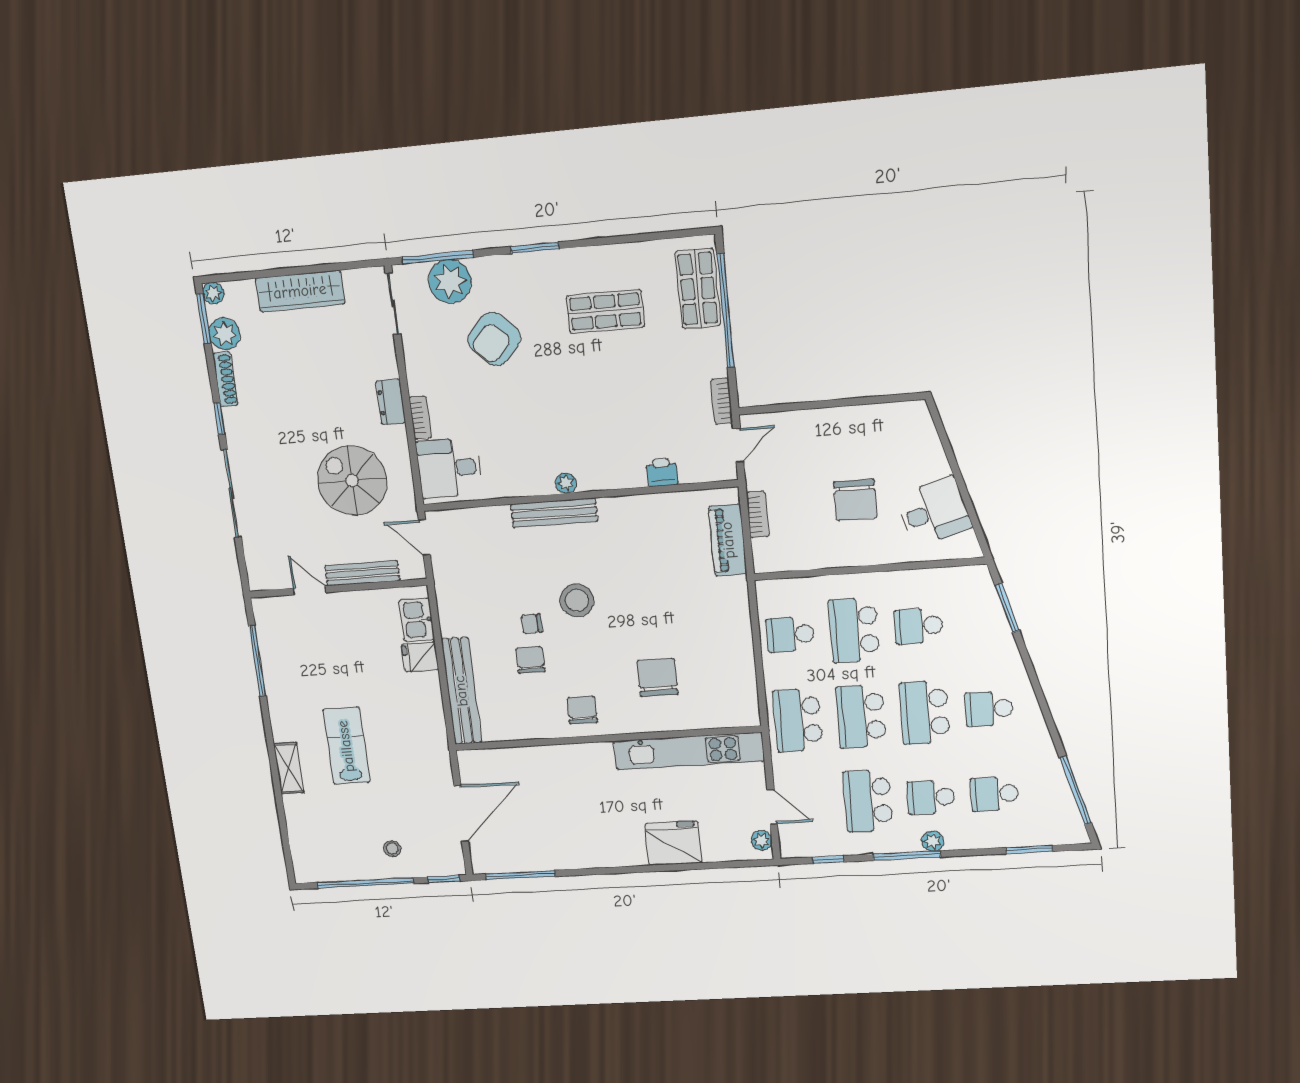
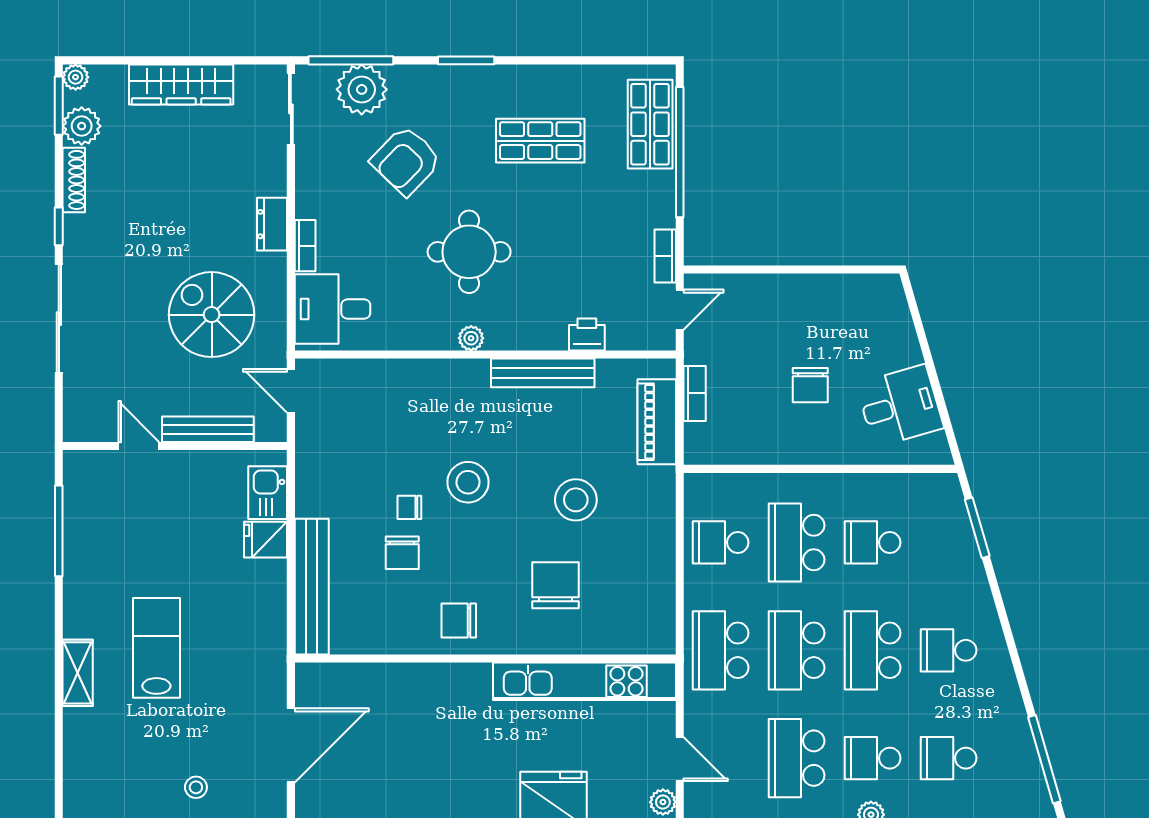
round table: (556, 411) -> (469, 252), added
chair: (855, 500) -> (810, 385), width x0.73, depth x0.73
bench: (554, 513) -> (543, 373), moved
stool: (667, 608) -> (576, 500), added
chair: (530, 660) -> (402, 553), turned 180
chair: (582, 710) -> (459, 620), turned -90

